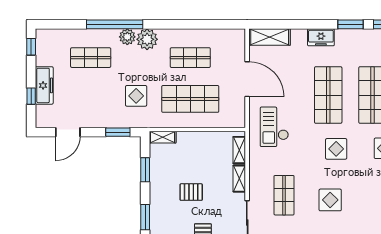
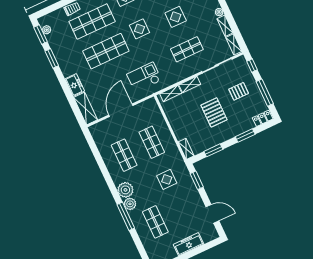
window: (115, 24) -> (126, 216), width x0.68
freezer: (321, 37) -> (75, 85), moved
window: (31, 96) -> (200, 250), removed
shop shelf: (190, 99) -> (152, 142), width x0.70, depth x0.74
checkout: (274, 127) -> (144, 77), turned 180
pallet: (191, 192) -> (214, 112), width x1.50, depth x1.42

